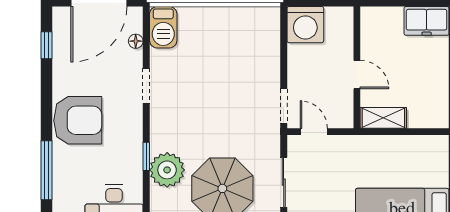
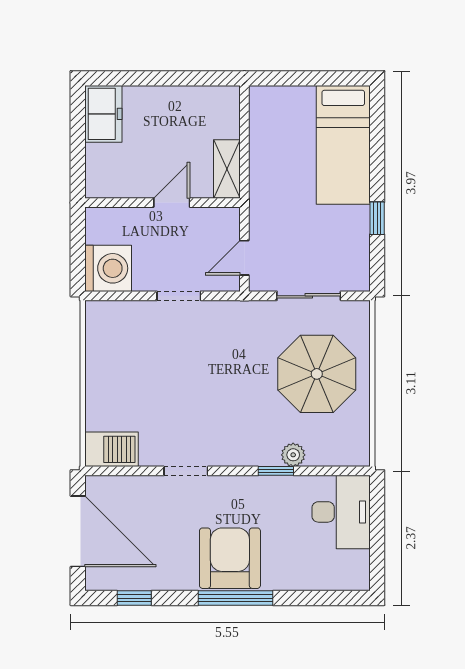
floor lamp: (136, 41) -> (129, 484), removed
doorway: (284, 106) -> (179, 296), moved
window: (46, 170) -> (235, 598), moved
plant: (167, 170) -> (293, 455), width x0.53, depth x0.53

